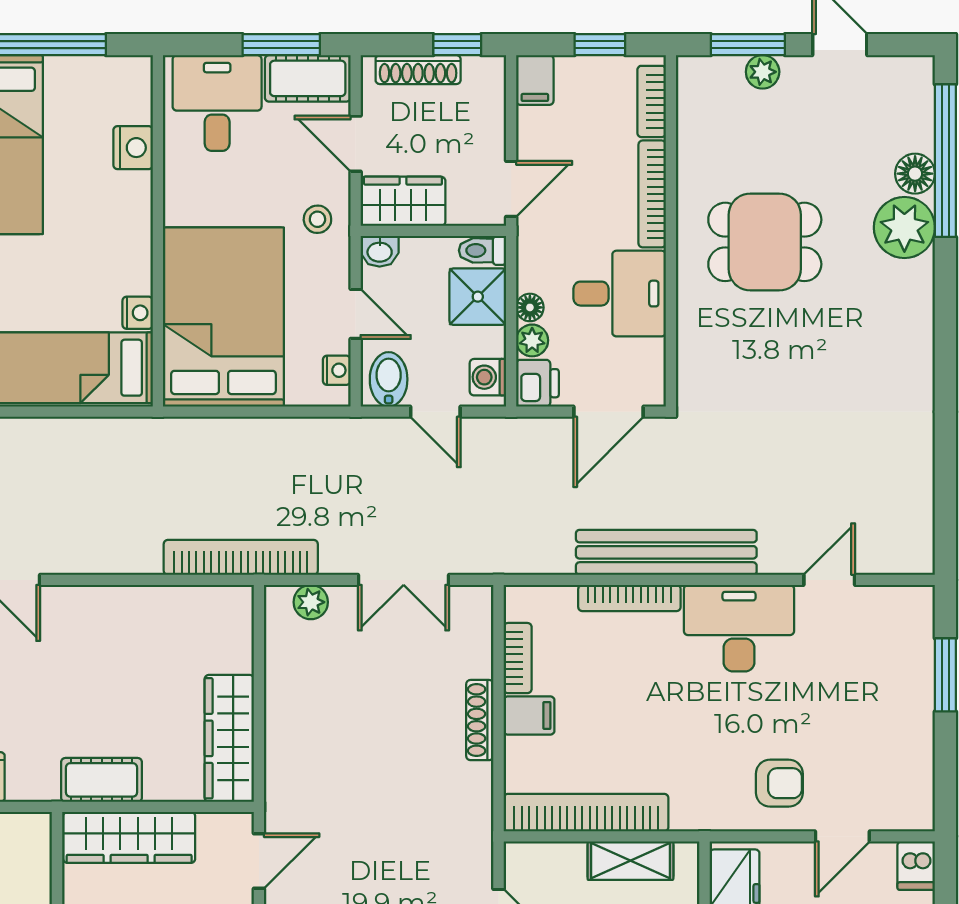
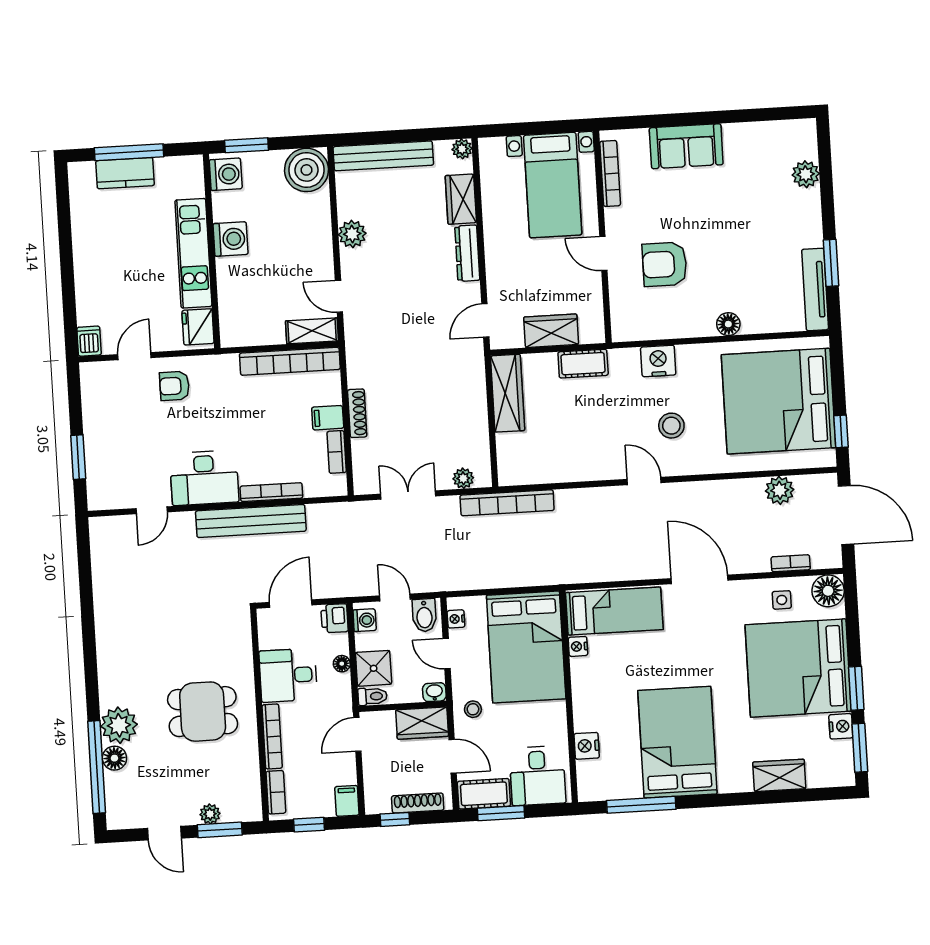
plant: (532, 340) -> (339, 644), removed
wardrobe: (129, 837) -> (551, 331), width x0.67
shelving: (630, 861) -> (312, 331), moved

